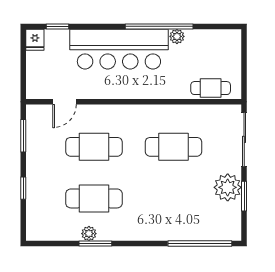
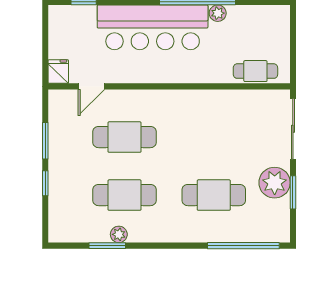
fridge: (35, 40) -> (58, 72), moved, turned 180
window: (23, 136) -> (45, 141), moved
cafe table: (173, 147) -> (214, 195), moved
window: (95, 244) -> (107, 246), moved

